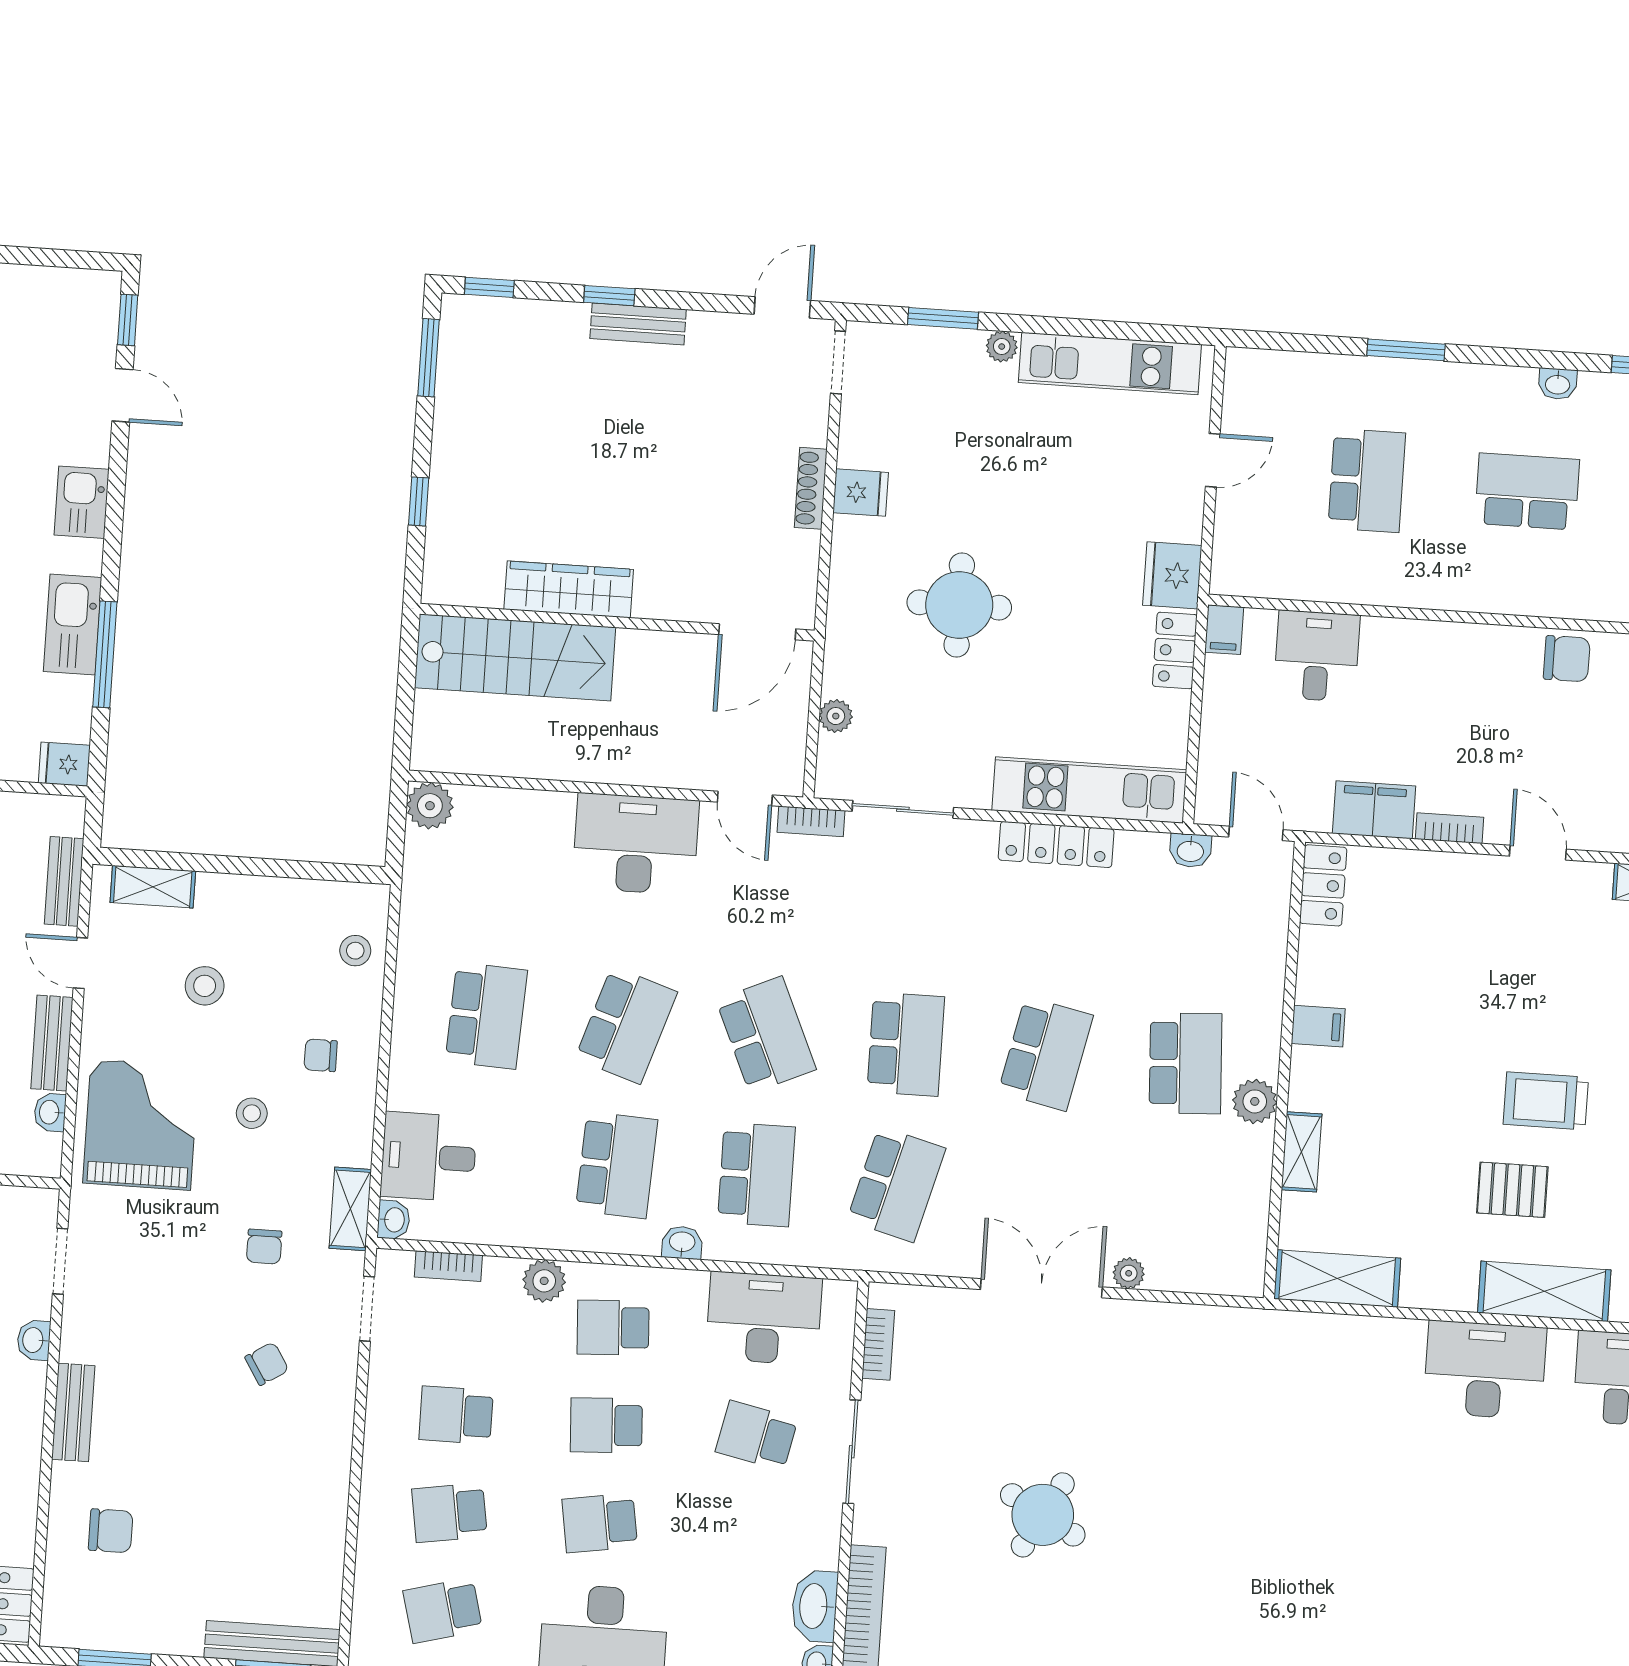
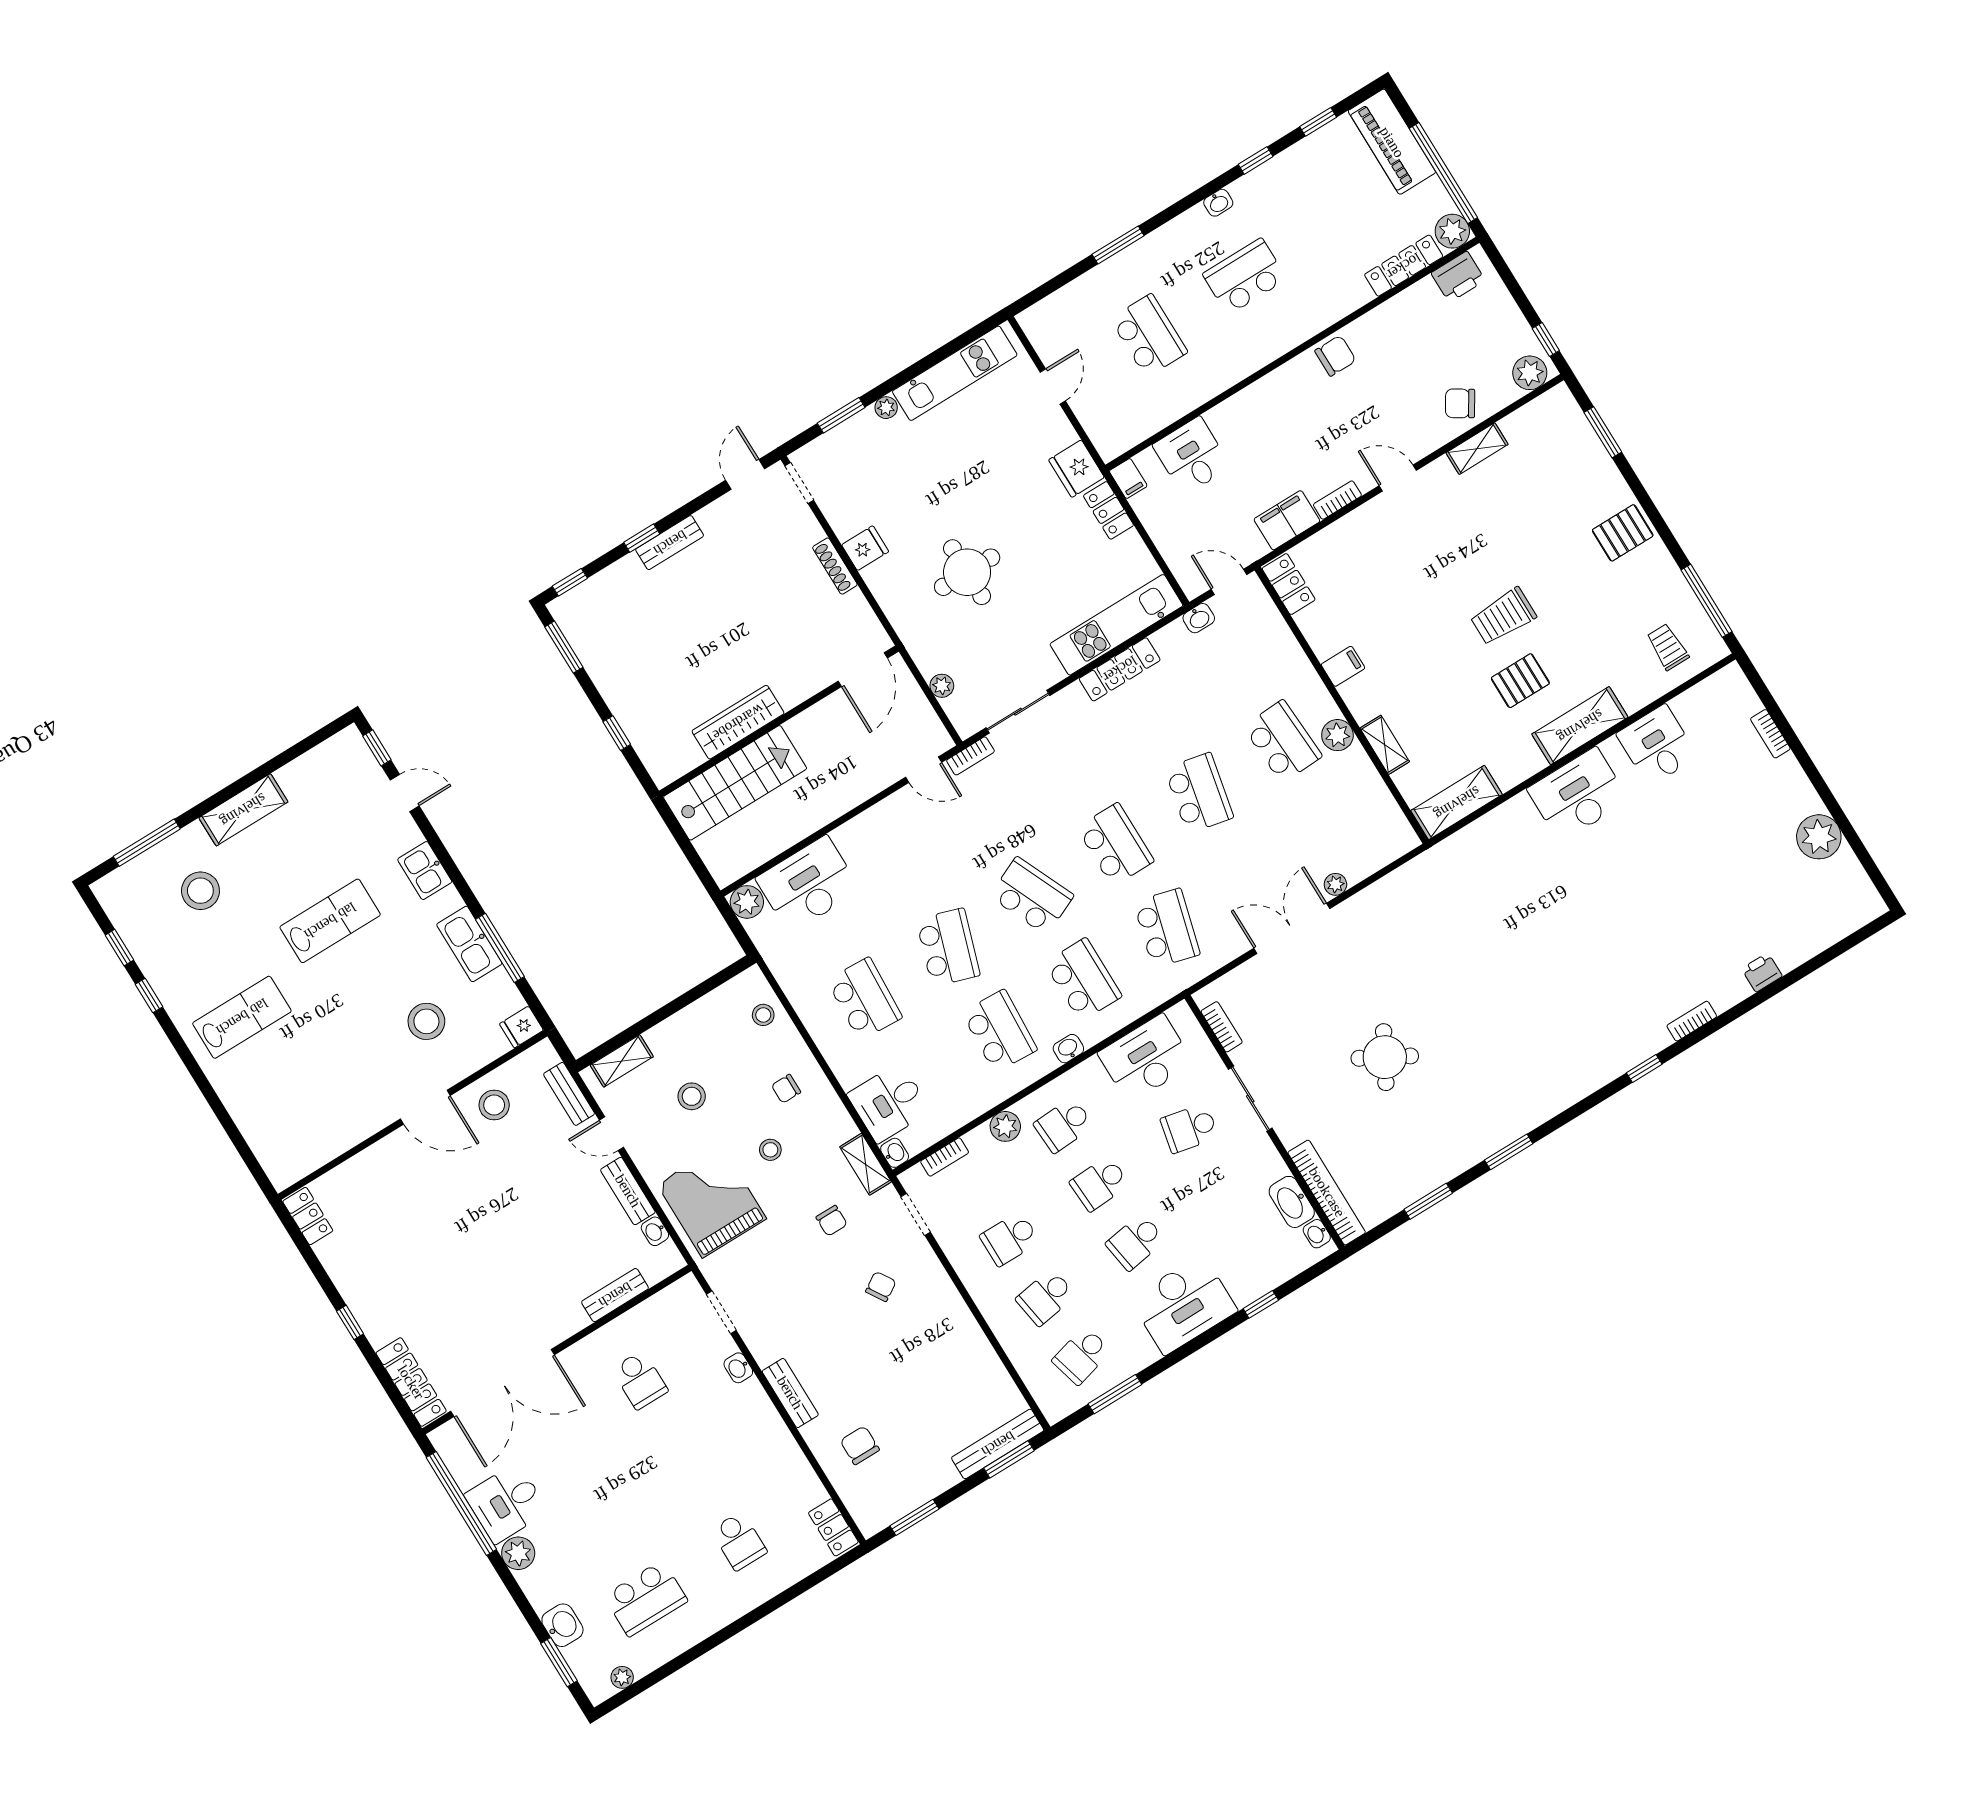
desk: (636, 844) -> (808, 884), moved
chair: (111, 1531) -> (860, 1445), turned -90

